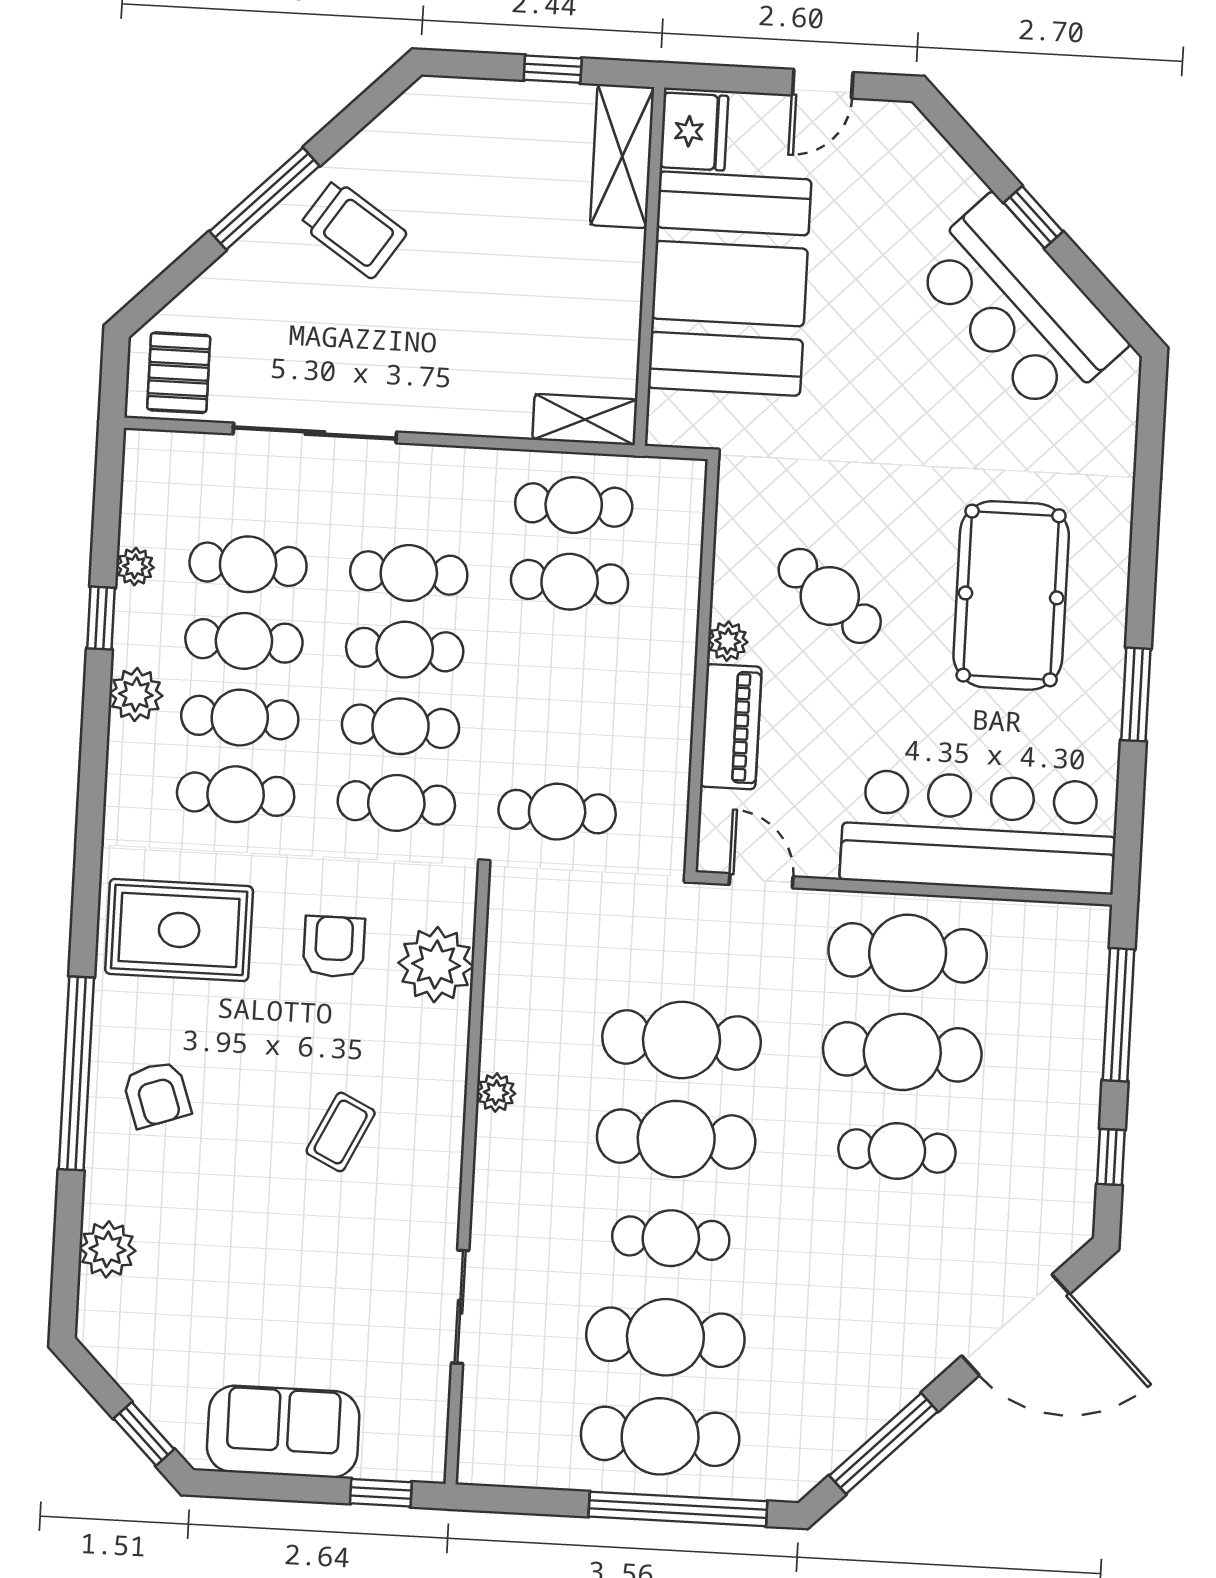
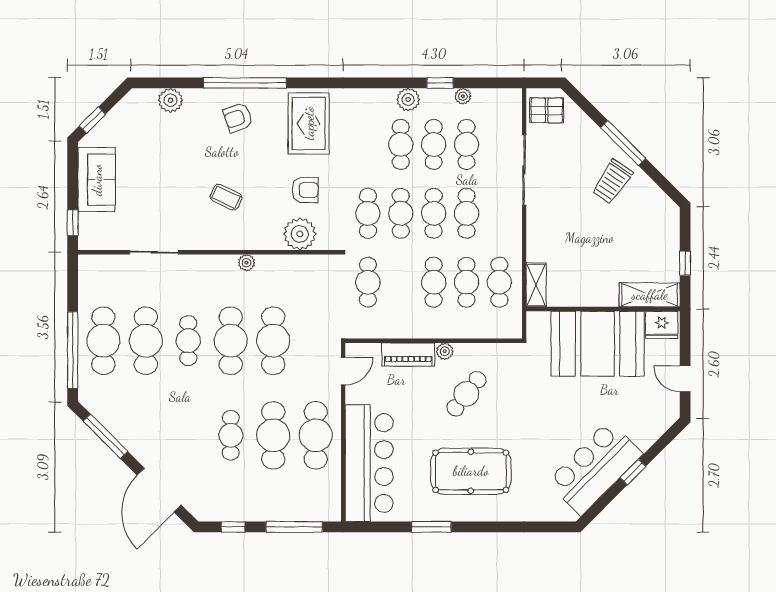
cafe table: (236, 794) -> (434, 282), moved

